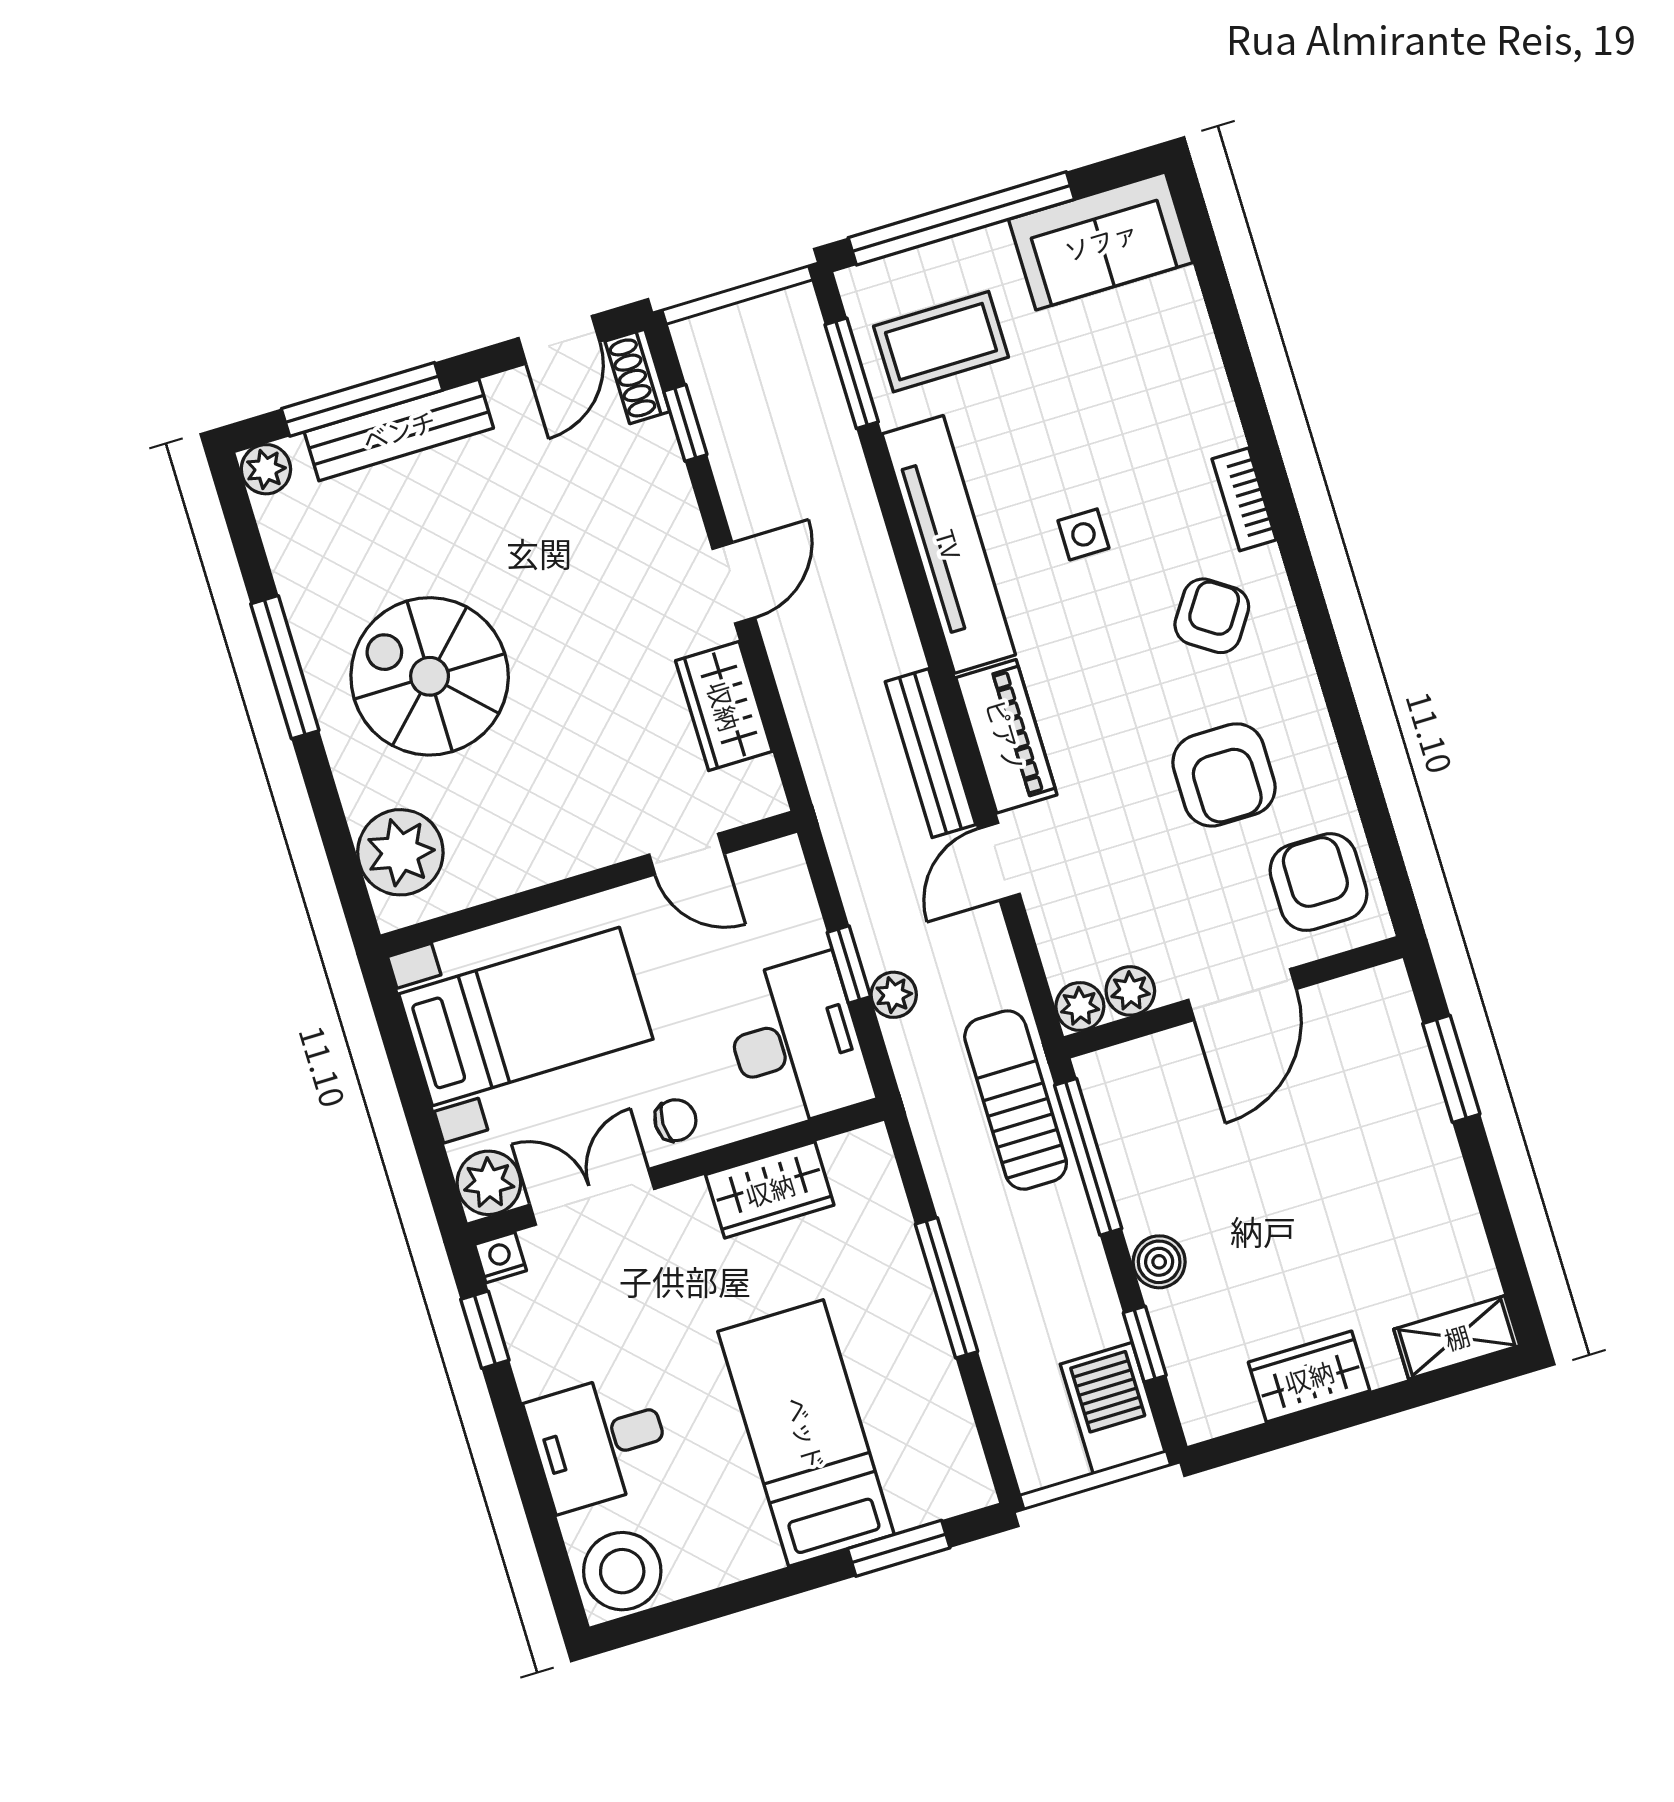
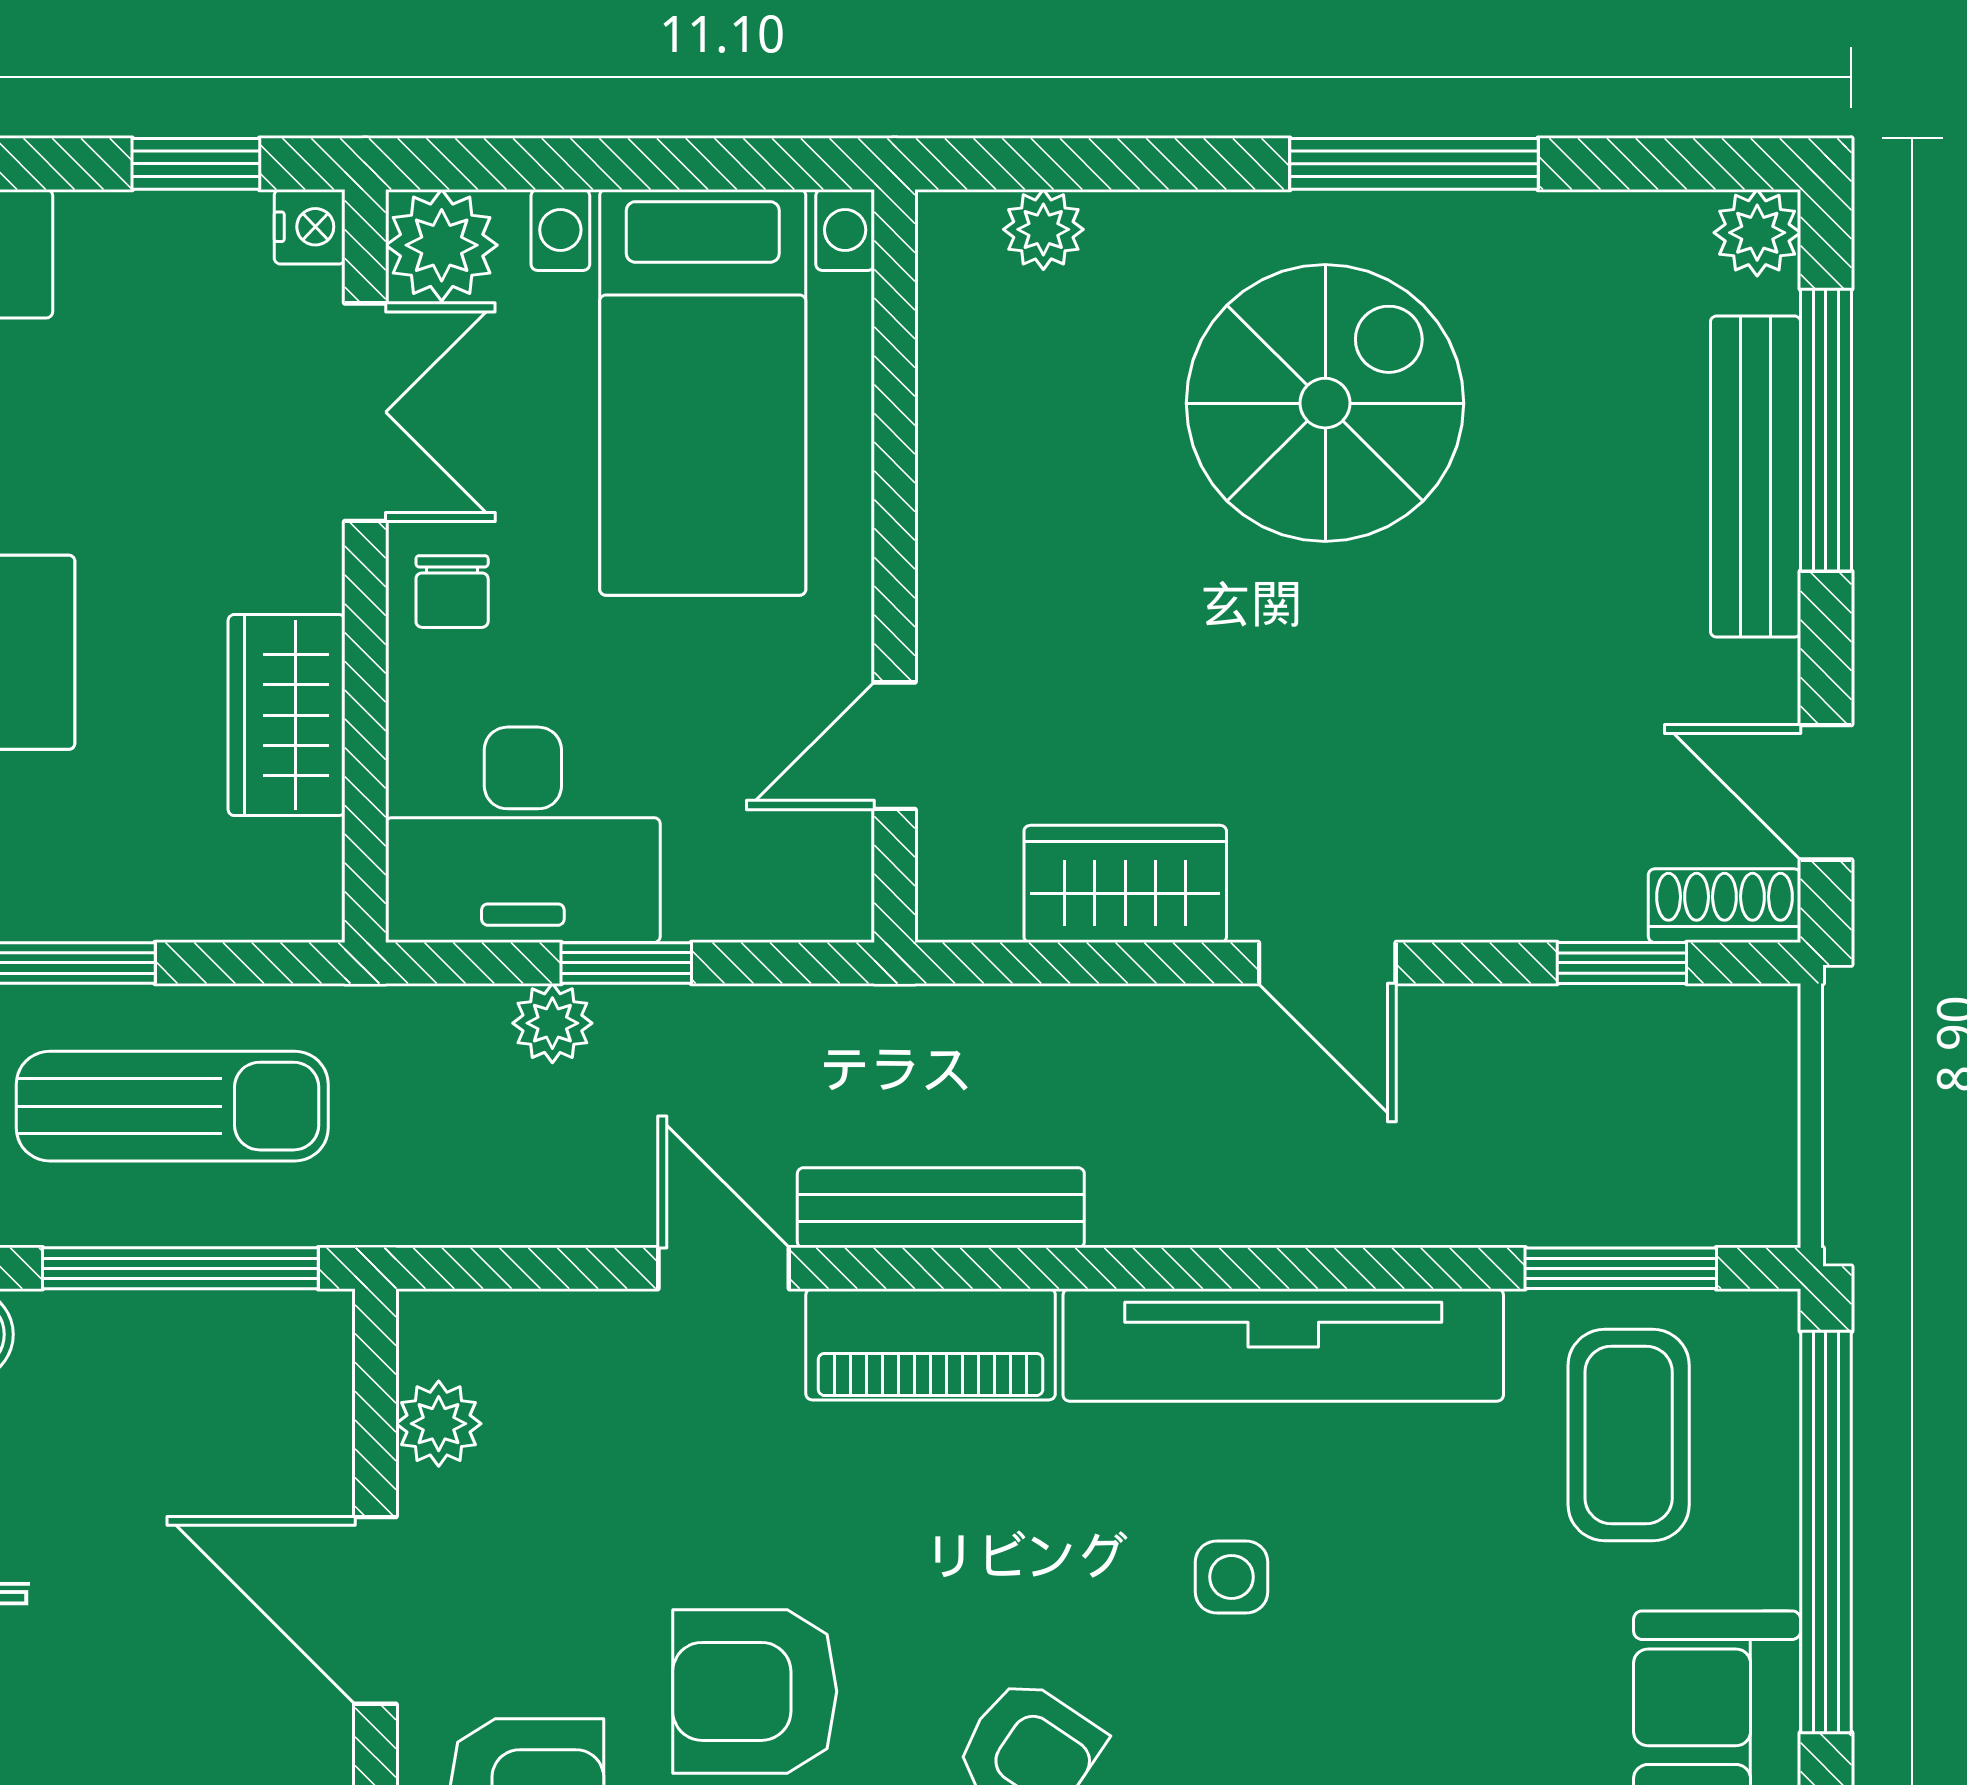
plant: (400, 852) -> (1043, 229), width x0.53, depth x0.53
plant: (1080, 1006) -> (438, 1331), removed
sun lounger: (1016, 1100) -> (172, 1106), moved

